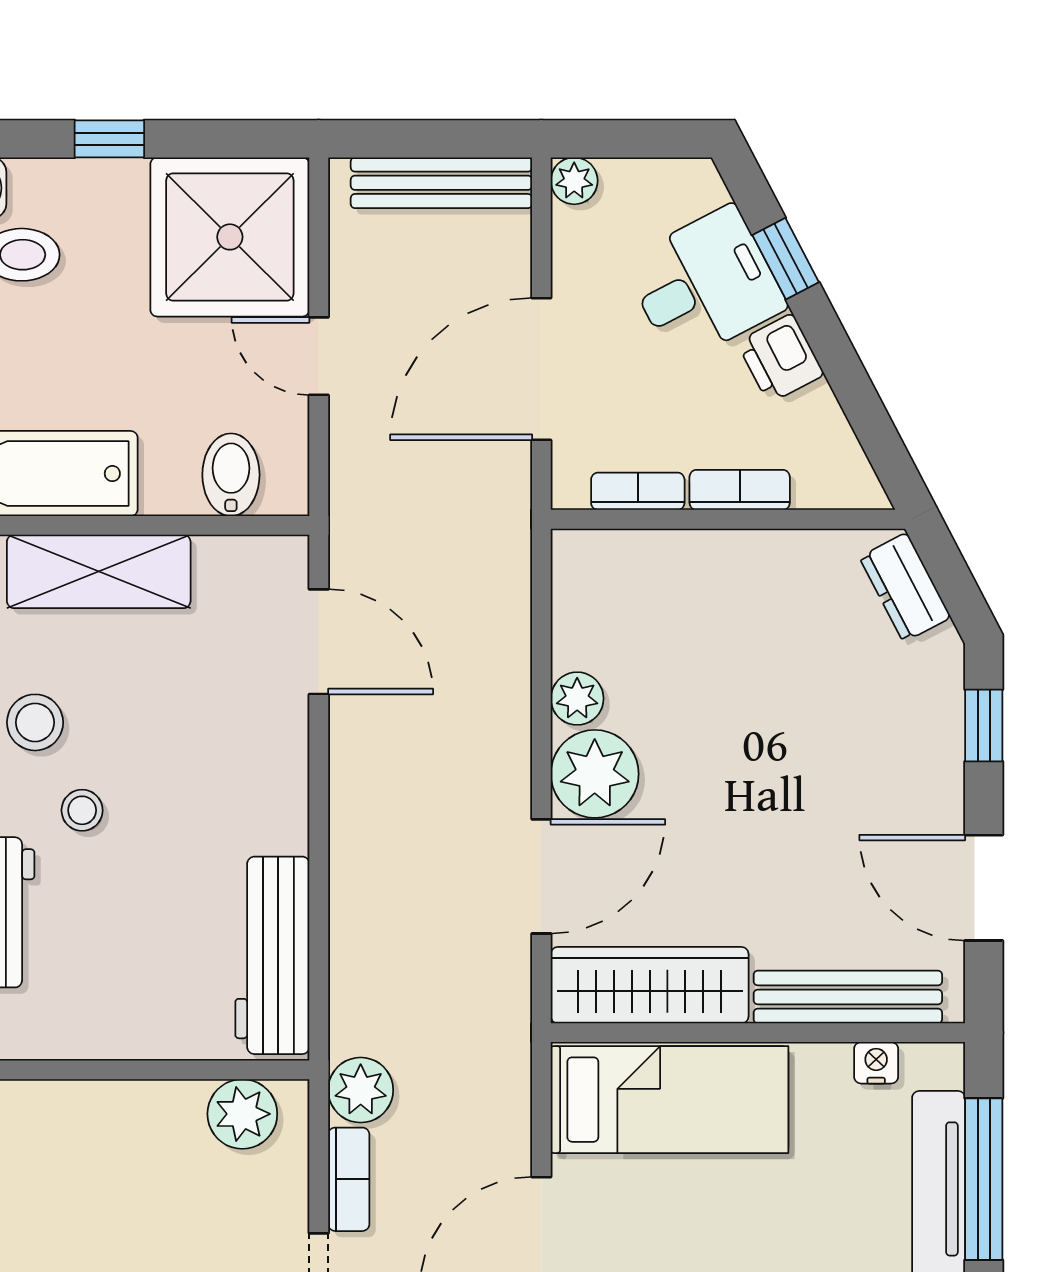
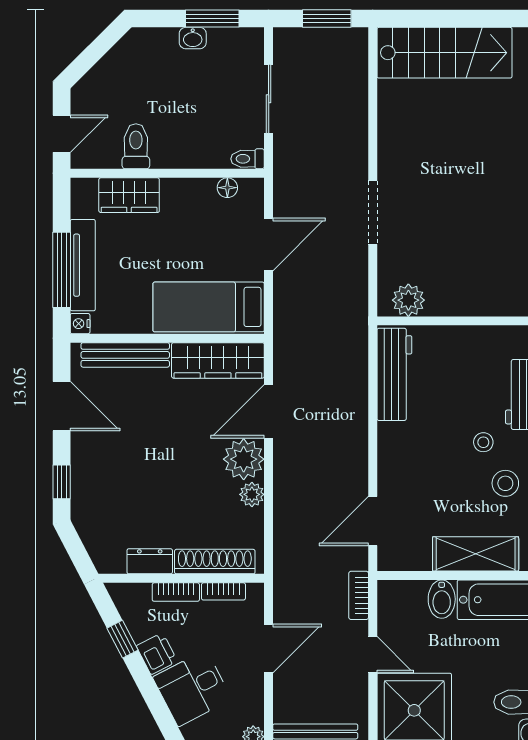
window: (786, 259) -> (123, 639), moved
door: (541, 369) -> (269, 649), width x0.73
bidet: (231, 475) -> (442, 599), moved
shoe rack: (656, 555) -> (215, 562), added
dresser: (905, 587) -> (150, 561), moved, turned -62
door: (319, 642) -> (373, 521), hinge flipped
nightstand: (876, 1063) -> (80, 324), moved, turned 90
plant: (361, 1090) -> (353, 311), removed
bookcase: (349, 1179) -> (359, 595), moved

